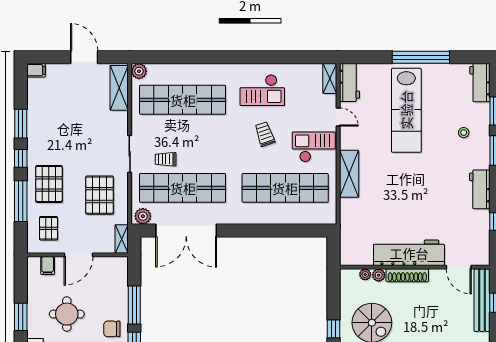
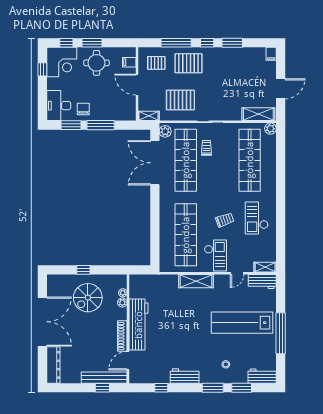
shoe rack: (407, 275) -> (122, 336), moved
round table: (67, 314) -> (96, 63), moved

